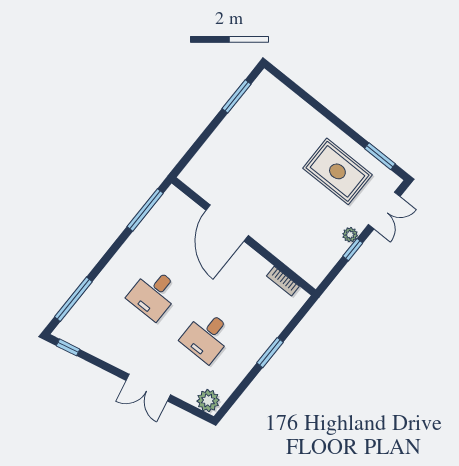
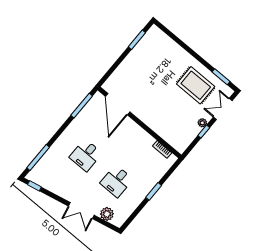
double door: (384, 210) -> (223, 109), swing flipped
door: (227, 223) -> (118, 104), moved
plant: (208, 401) -> (107, 214), moved

